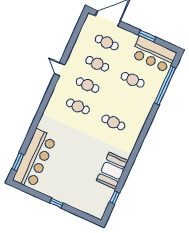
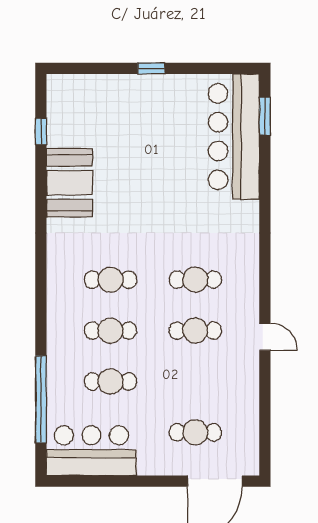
window: (147, 36) -> (121, 481), removed
cafe table: (97, 64) -> (111, 331), moved

